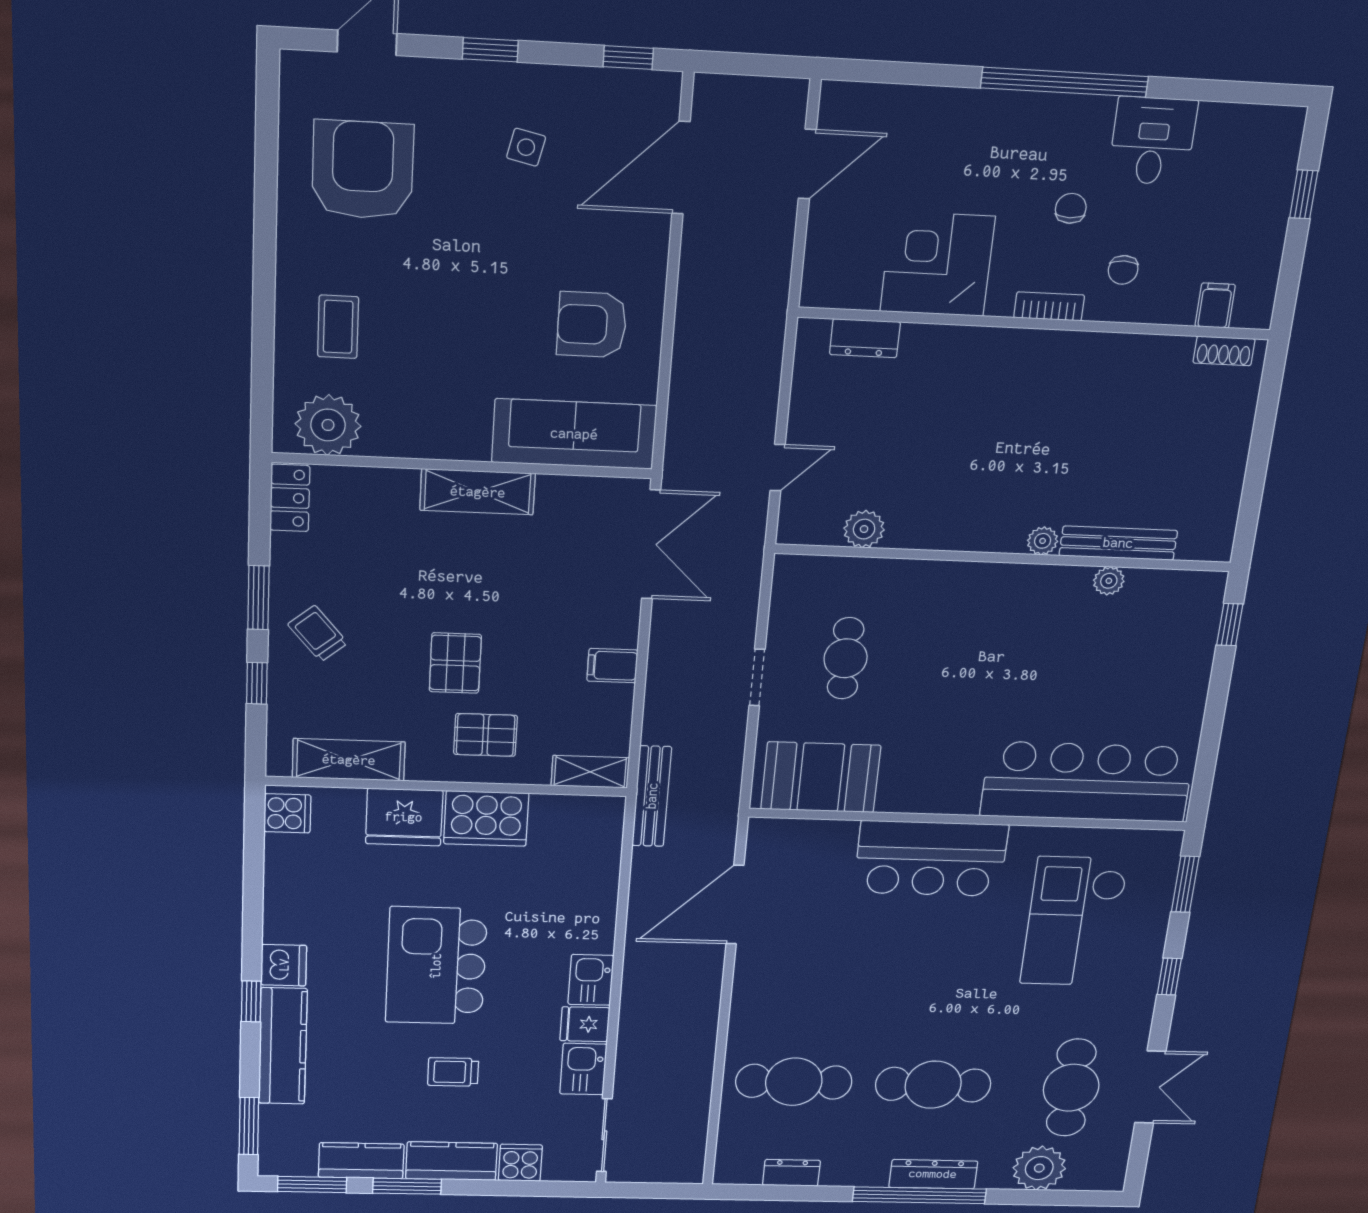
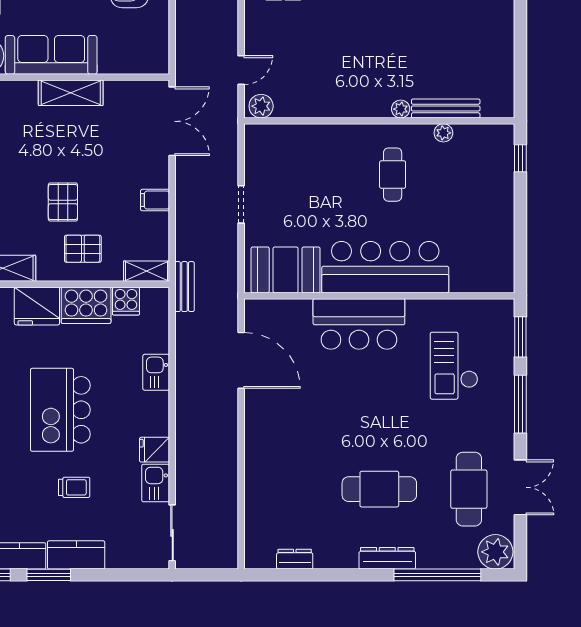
sofa: (574, 434) -> (51, 55), moved
plant: (864, 529) -> (261, 106), moved
cafe table: (846, 658) -> (393, 175), moved
bar counter: (1087, 782) -> (385, 267), moved
bench: (652, 796) -> (184, 287), width x0.73
door: (735, 905) -> (241, 360), swing flipped
checkout: (1074, 921) -> (454, 366), width x0.73, depth x0.83
window: (1169, 977) -> (520, 404), width x2.17
kitchen sink: (591, 980) -> (156, 372), moved
trolley: (453, 1072) -> (74, 487), turned 180
cafe table: (794, 1082) -> (290, 489), removed
cooker: (520, 1163) -> (126, 301), moved, turned 180
plant: (1039, 1168) -> (495, 552), moved
window: (919, 1195) -> (437, 575), moved

